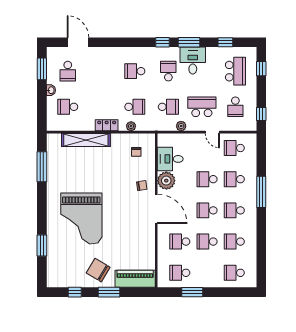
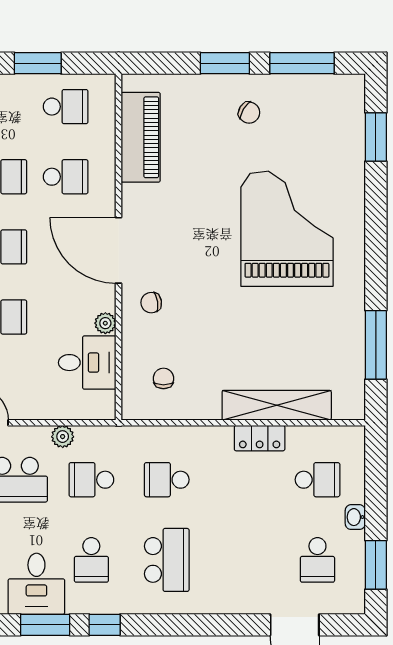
school desk: (68, 71) -> (317, 560), turned 180
school desk: (135, 71) -> (167, 560), width x1.85
locker: (107, 125) -> (260, 438), moved
plant: (131, 126) -> (175, 436), removed
plant: (166, 181) -> (105, 323), width x0.53, depth x0.53
window: (42, 246) -> (376, 137), moved
chair: (98, 270) -> (249, 113), width x0.54, depth x0.54
piano: (135, 279) -> (141, 137), moved, turned -90
window: (75, 292) -> (302, 63), width x2.17

